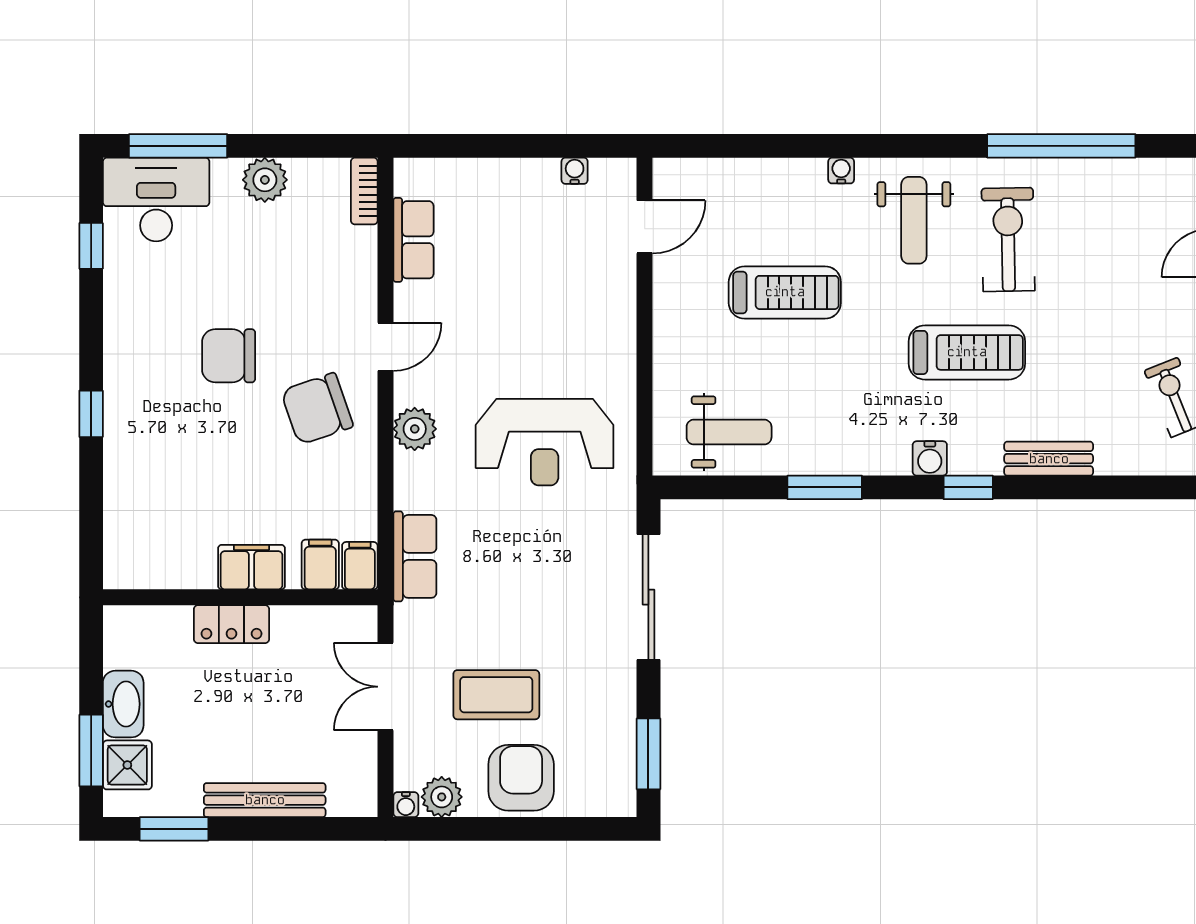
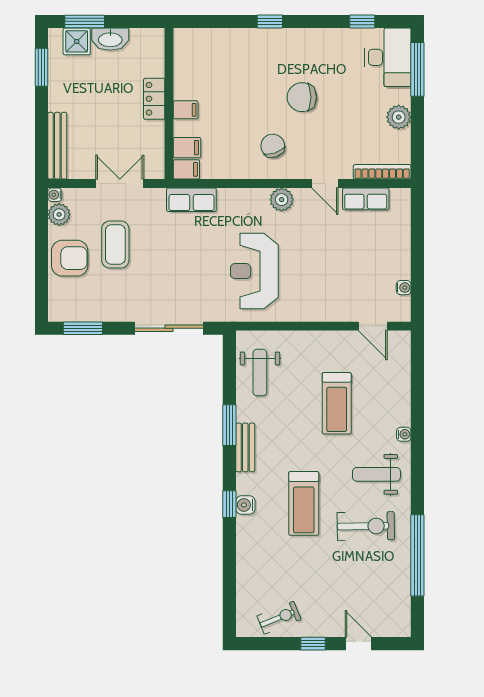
bookcase: (364, 191) -> (382, 172), width x1.56
door: (385, 347) -> (325, 184), moved
chair: (229, 356) -> (302, 97), turned -90
chair: (317, 409) -> (273, 146), width x0.73, depth x0.73
plant: (415, 429) -> (282, 200), moved
water cooler: (930, 458) -> (245, 505), moved
bench: (1049, 459) -> (245, 447), moved
filing cabinet: (251, 567) -> (186, 110), width x0.50
bench: (265, 800) -> (57, 146), moved

